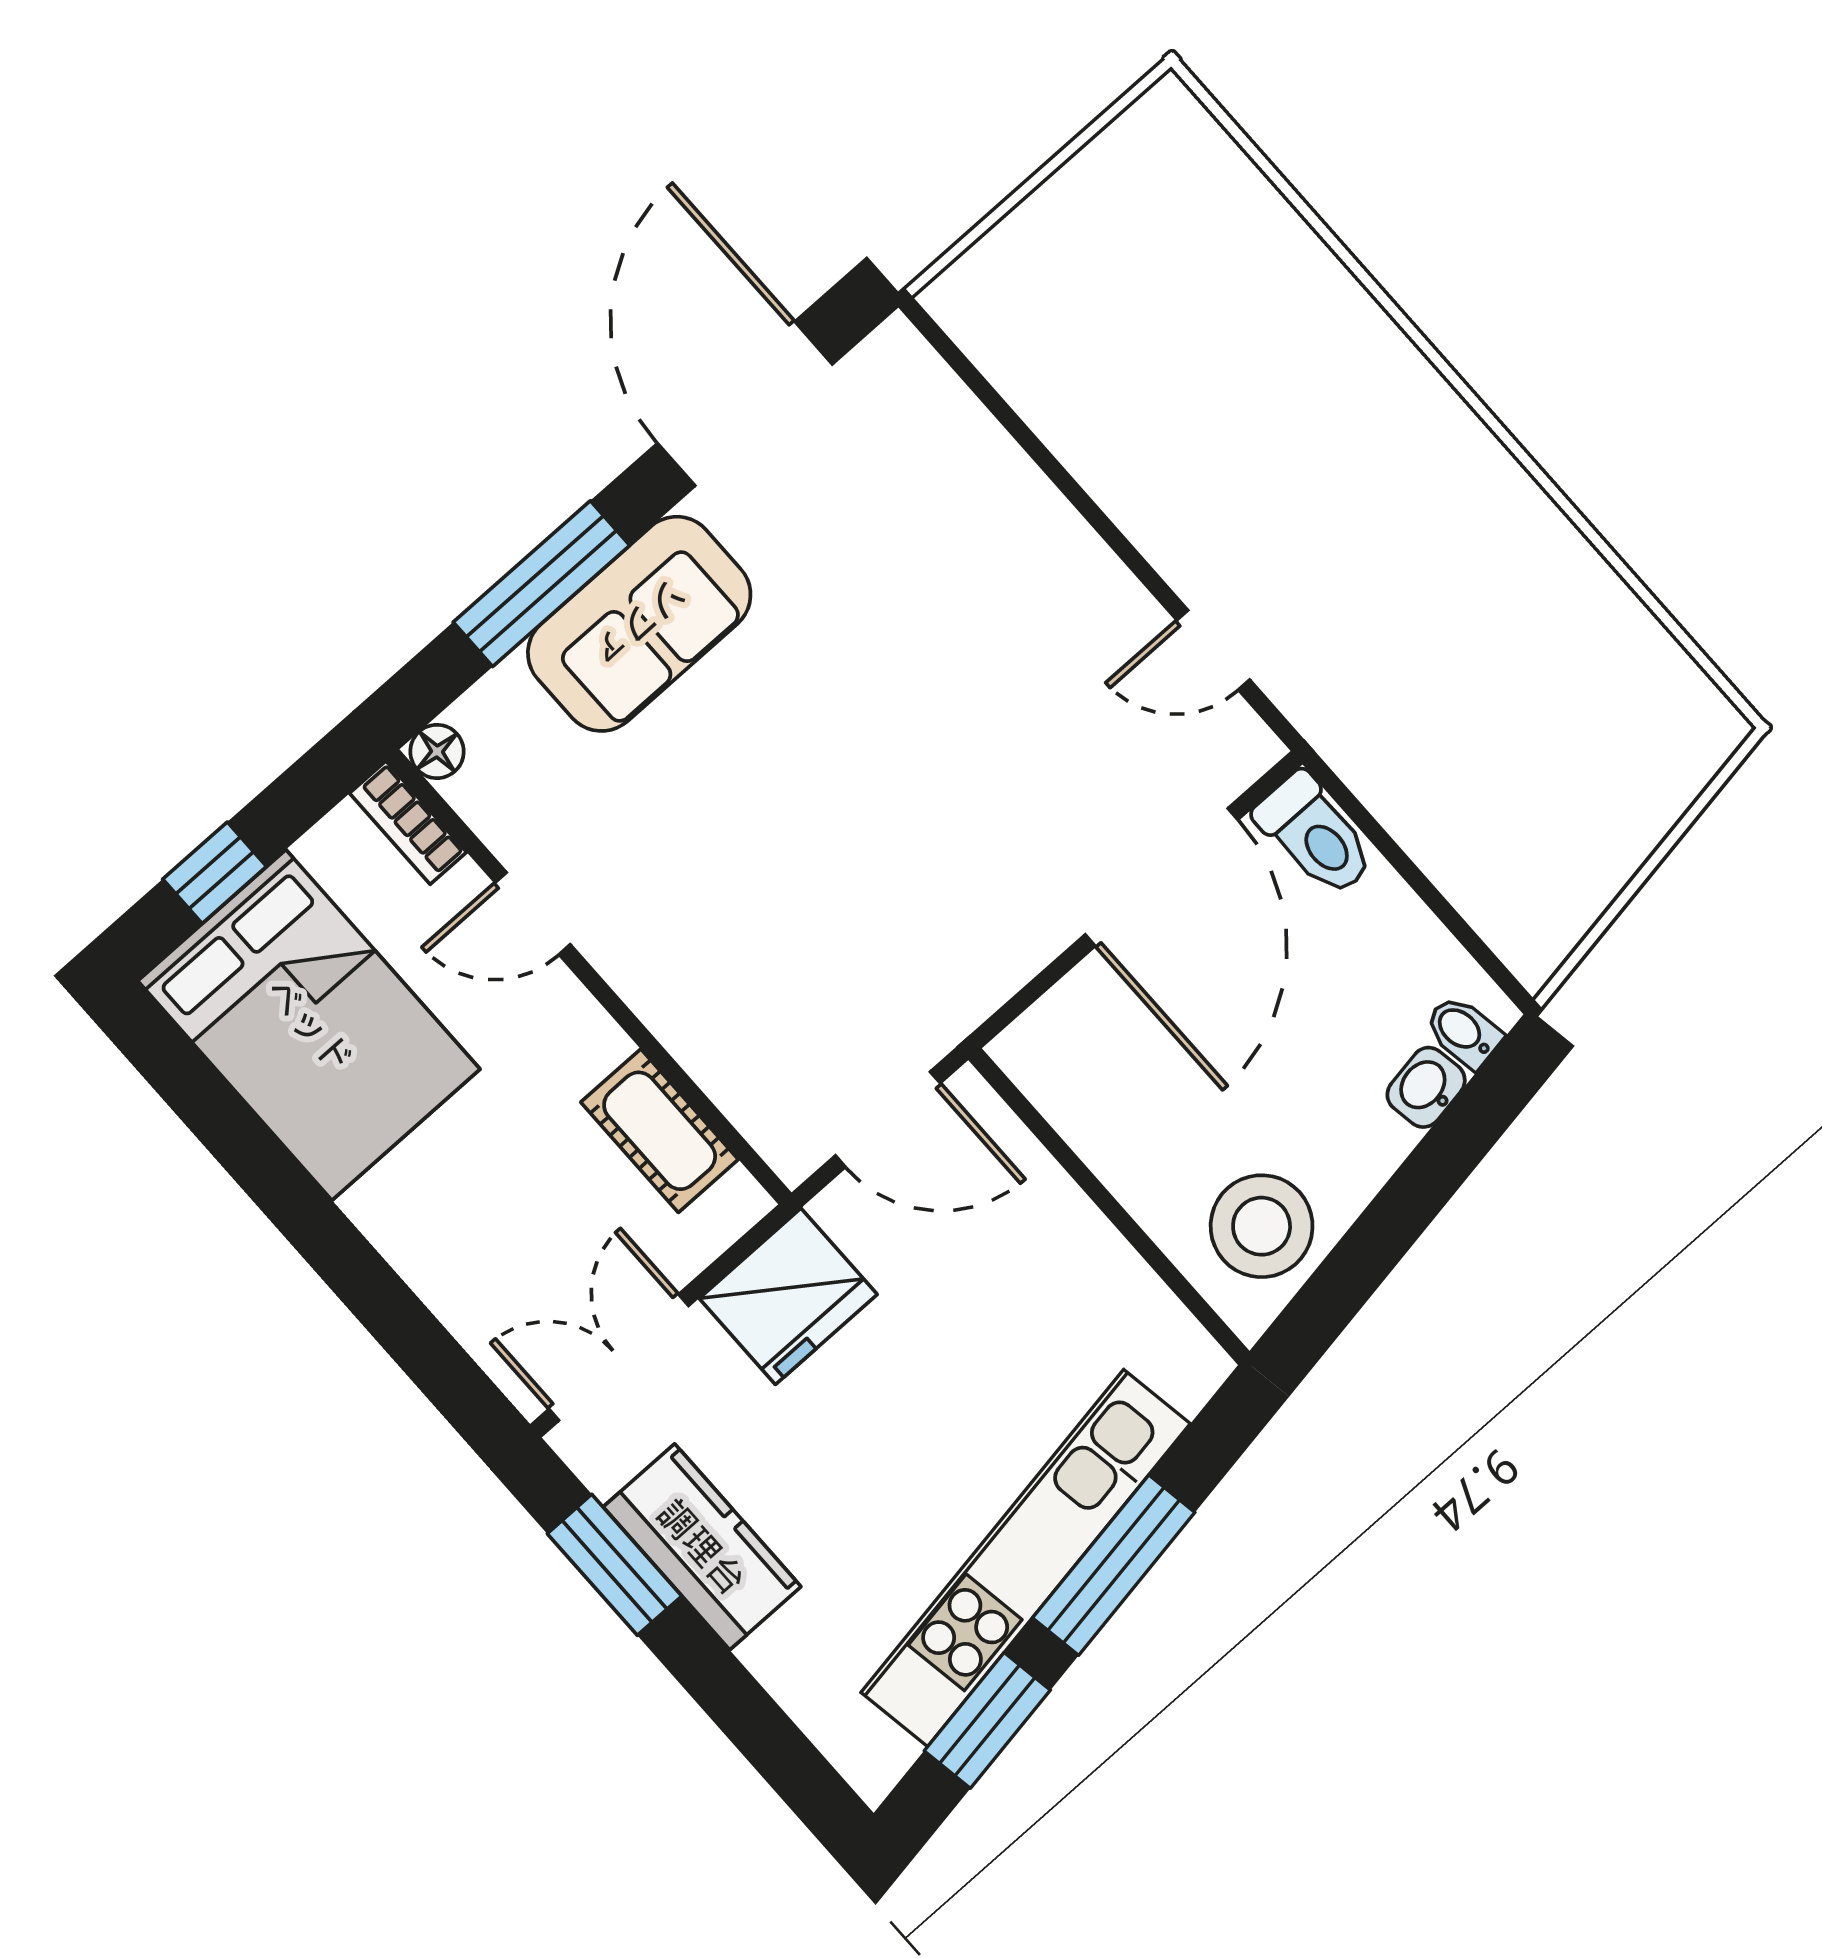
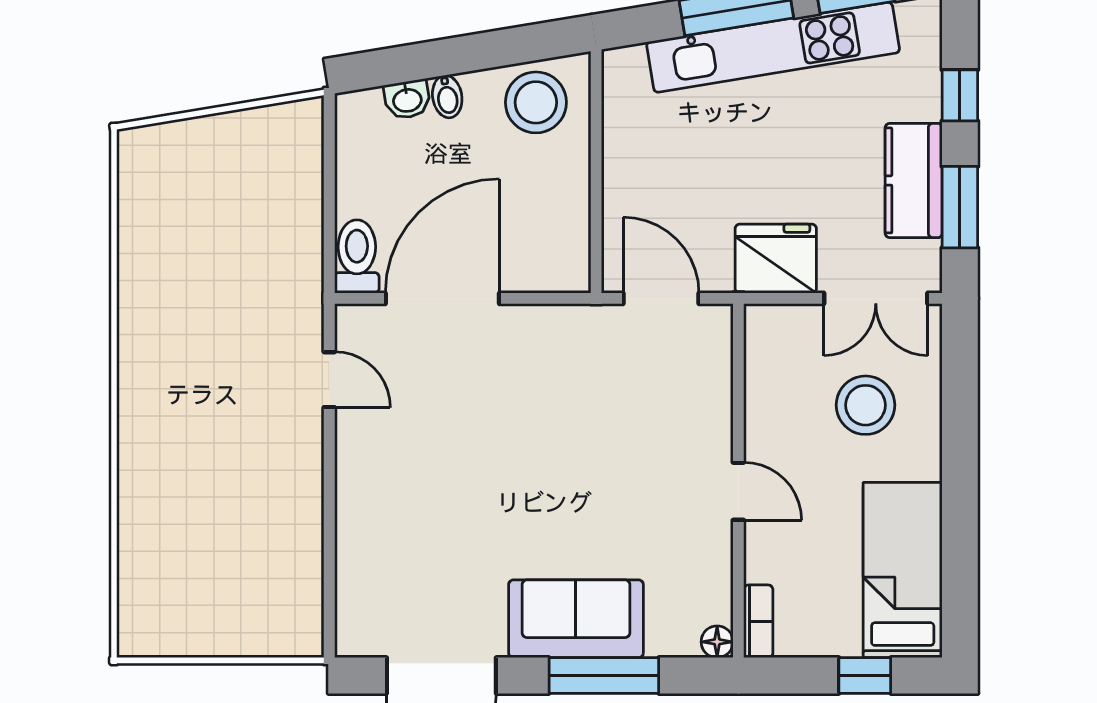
door: (533, 913) -> (738, 491), moved
bed: (309, 1025) -> (903, 570), width x0.67
bidet: (1463, 1032) -> (447, 97), moved
cot: (660, 1131) -> (768, 384), removed
stool: (513, 1212) -> (866, 405), added
window: (738, 1705) -> (960, 95), added

